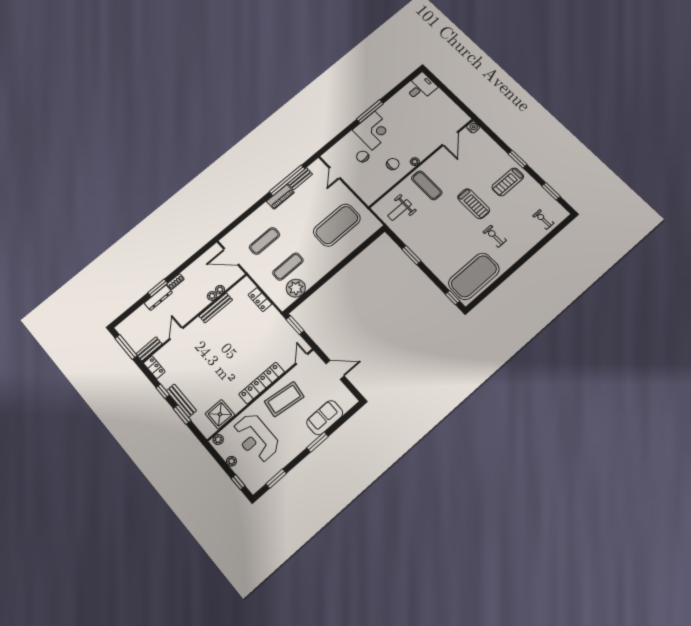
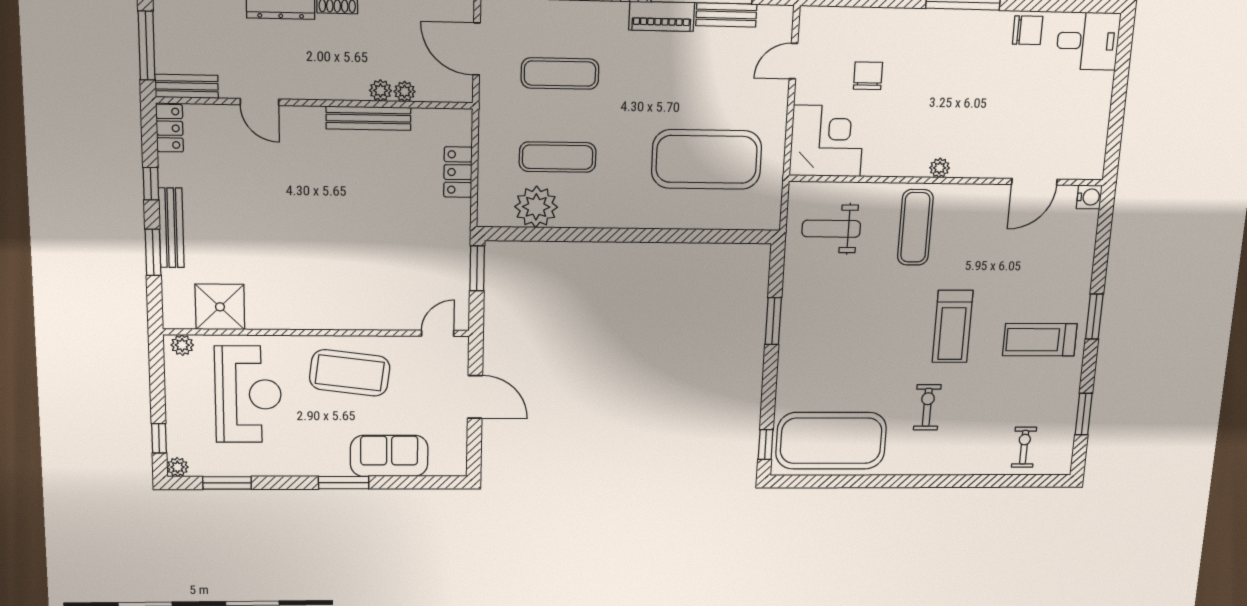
corner desk: (373, 131) -> (827, 141), moved, turned -90
chair: (393, 164) -> (1028, 30), moved
door: (176, 333) -> (260, 102), swing flipped
locker: (262, 383) -> (335, 316), removed
reception desk: (256, 438) -> (248, 394), turned 180
plant: (231, 461) -> (178, 467), moved

